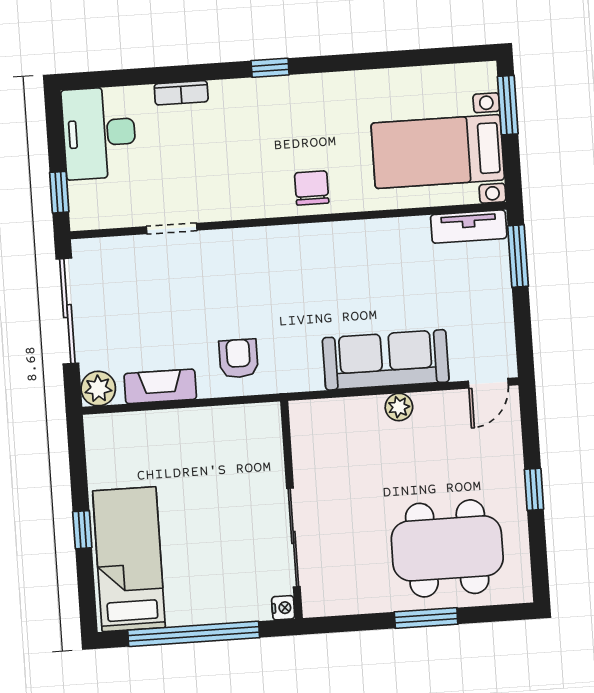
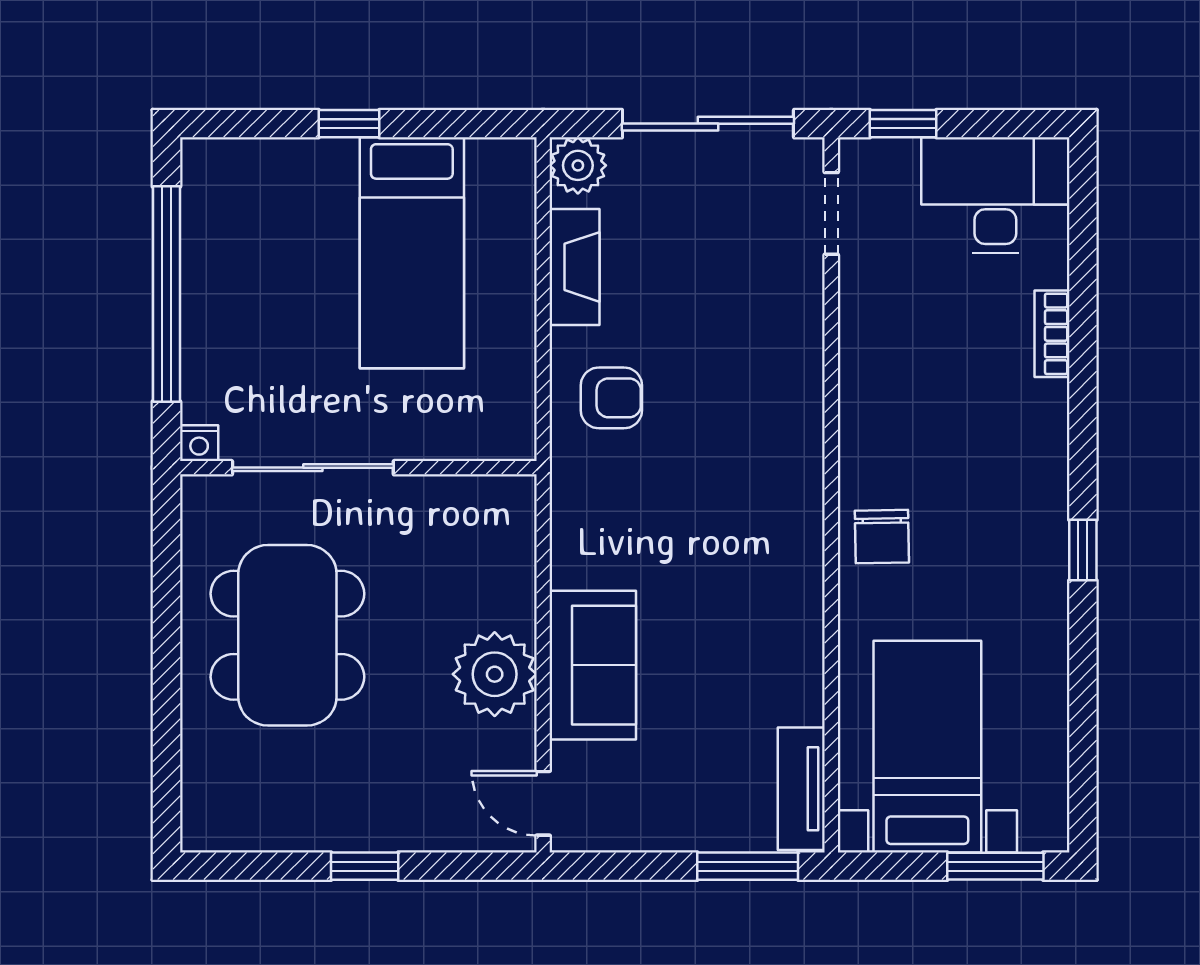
window: (270, 68) -> (1083, 550), moved
chair: (312, 188) -> (882, 537), turned 89
doorway: (172, 228) -> (831, 213), moved
sofa: (386, 360) -> (593, 665), width x0.73
plant: (399, 407) -> (495, 674), width x1.87, depth x1.87
dining table: (447, 548) -> (287, 635), moved
bed: (129, 559) -> (412, 253), moved, turned 90
window: (426, 618) -> (166, 675), removed

